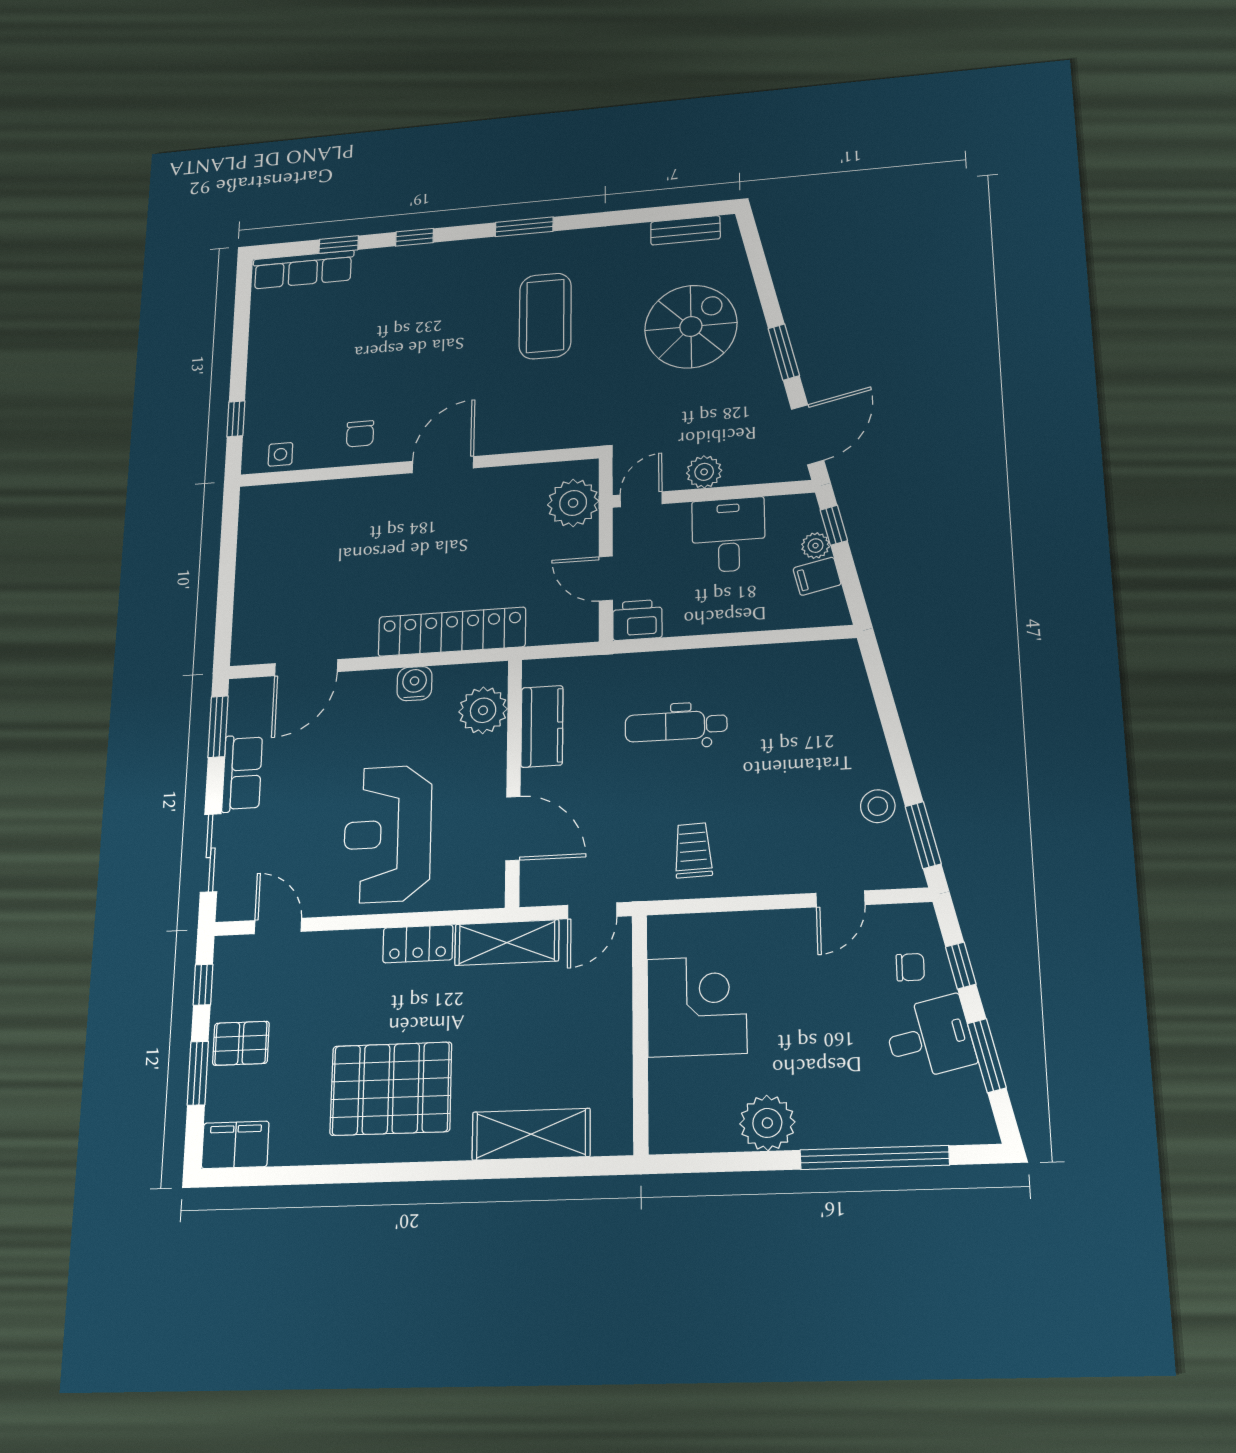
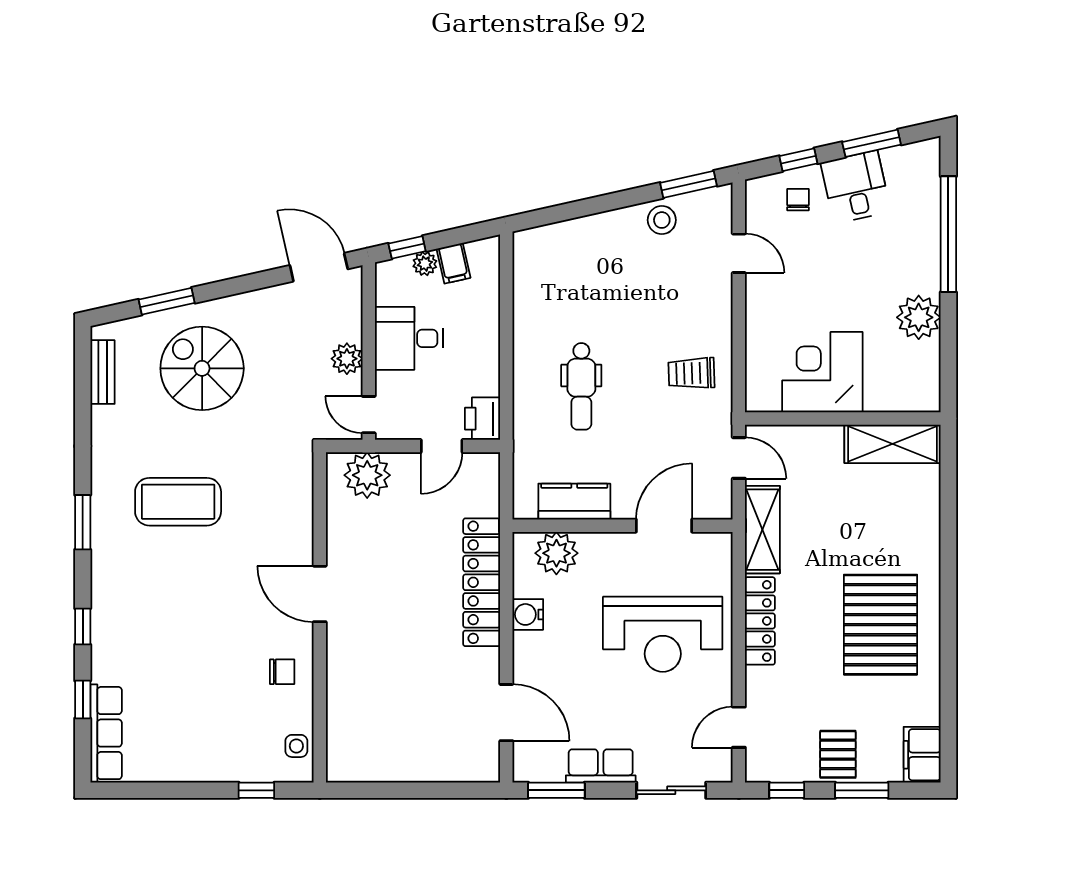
window: (784, 352) -> (167, 301), moved
locker: (418, 944) -> (760, 621), width x1.53
shelving: (531, 1134) -> (893, 444), moved, turned 90

